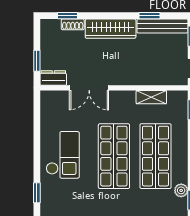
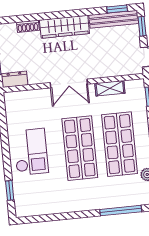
window: (68, 16) -> (22, 18), removed
window: (149, 16) -> (117, 9), moved
double door: (89, 88) -> (69, 83), moved

